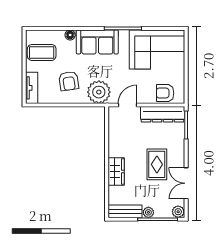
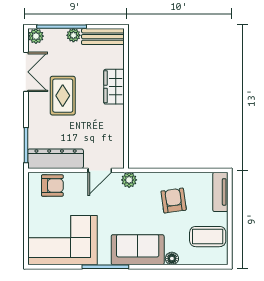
plant: (99, 92) -> (129, 180), width x0.53, depth x0.53

